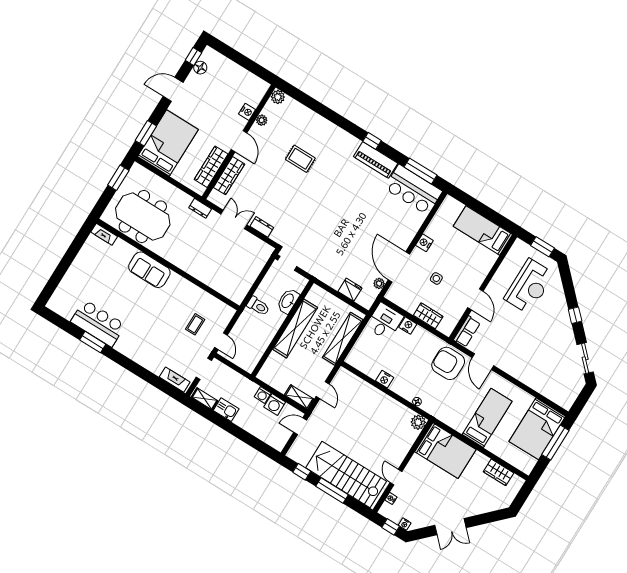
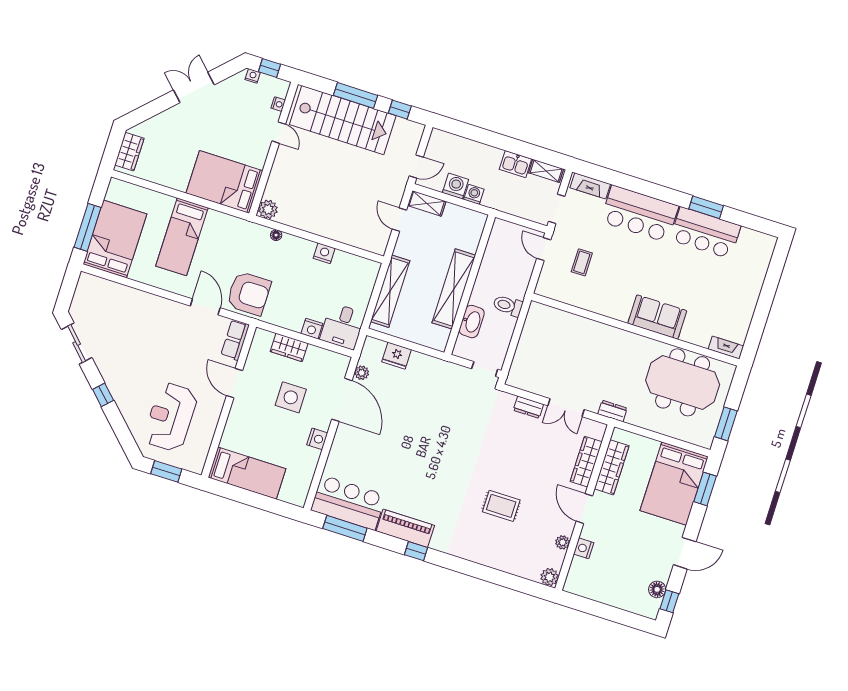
side table: (436, 278) -> (291, 397), width x1.87, depth x1.87
bar counter: (143, 350) -> (639, 214), added
wardrobe: (499, 472) -> (129, 152), moved, turned 90

